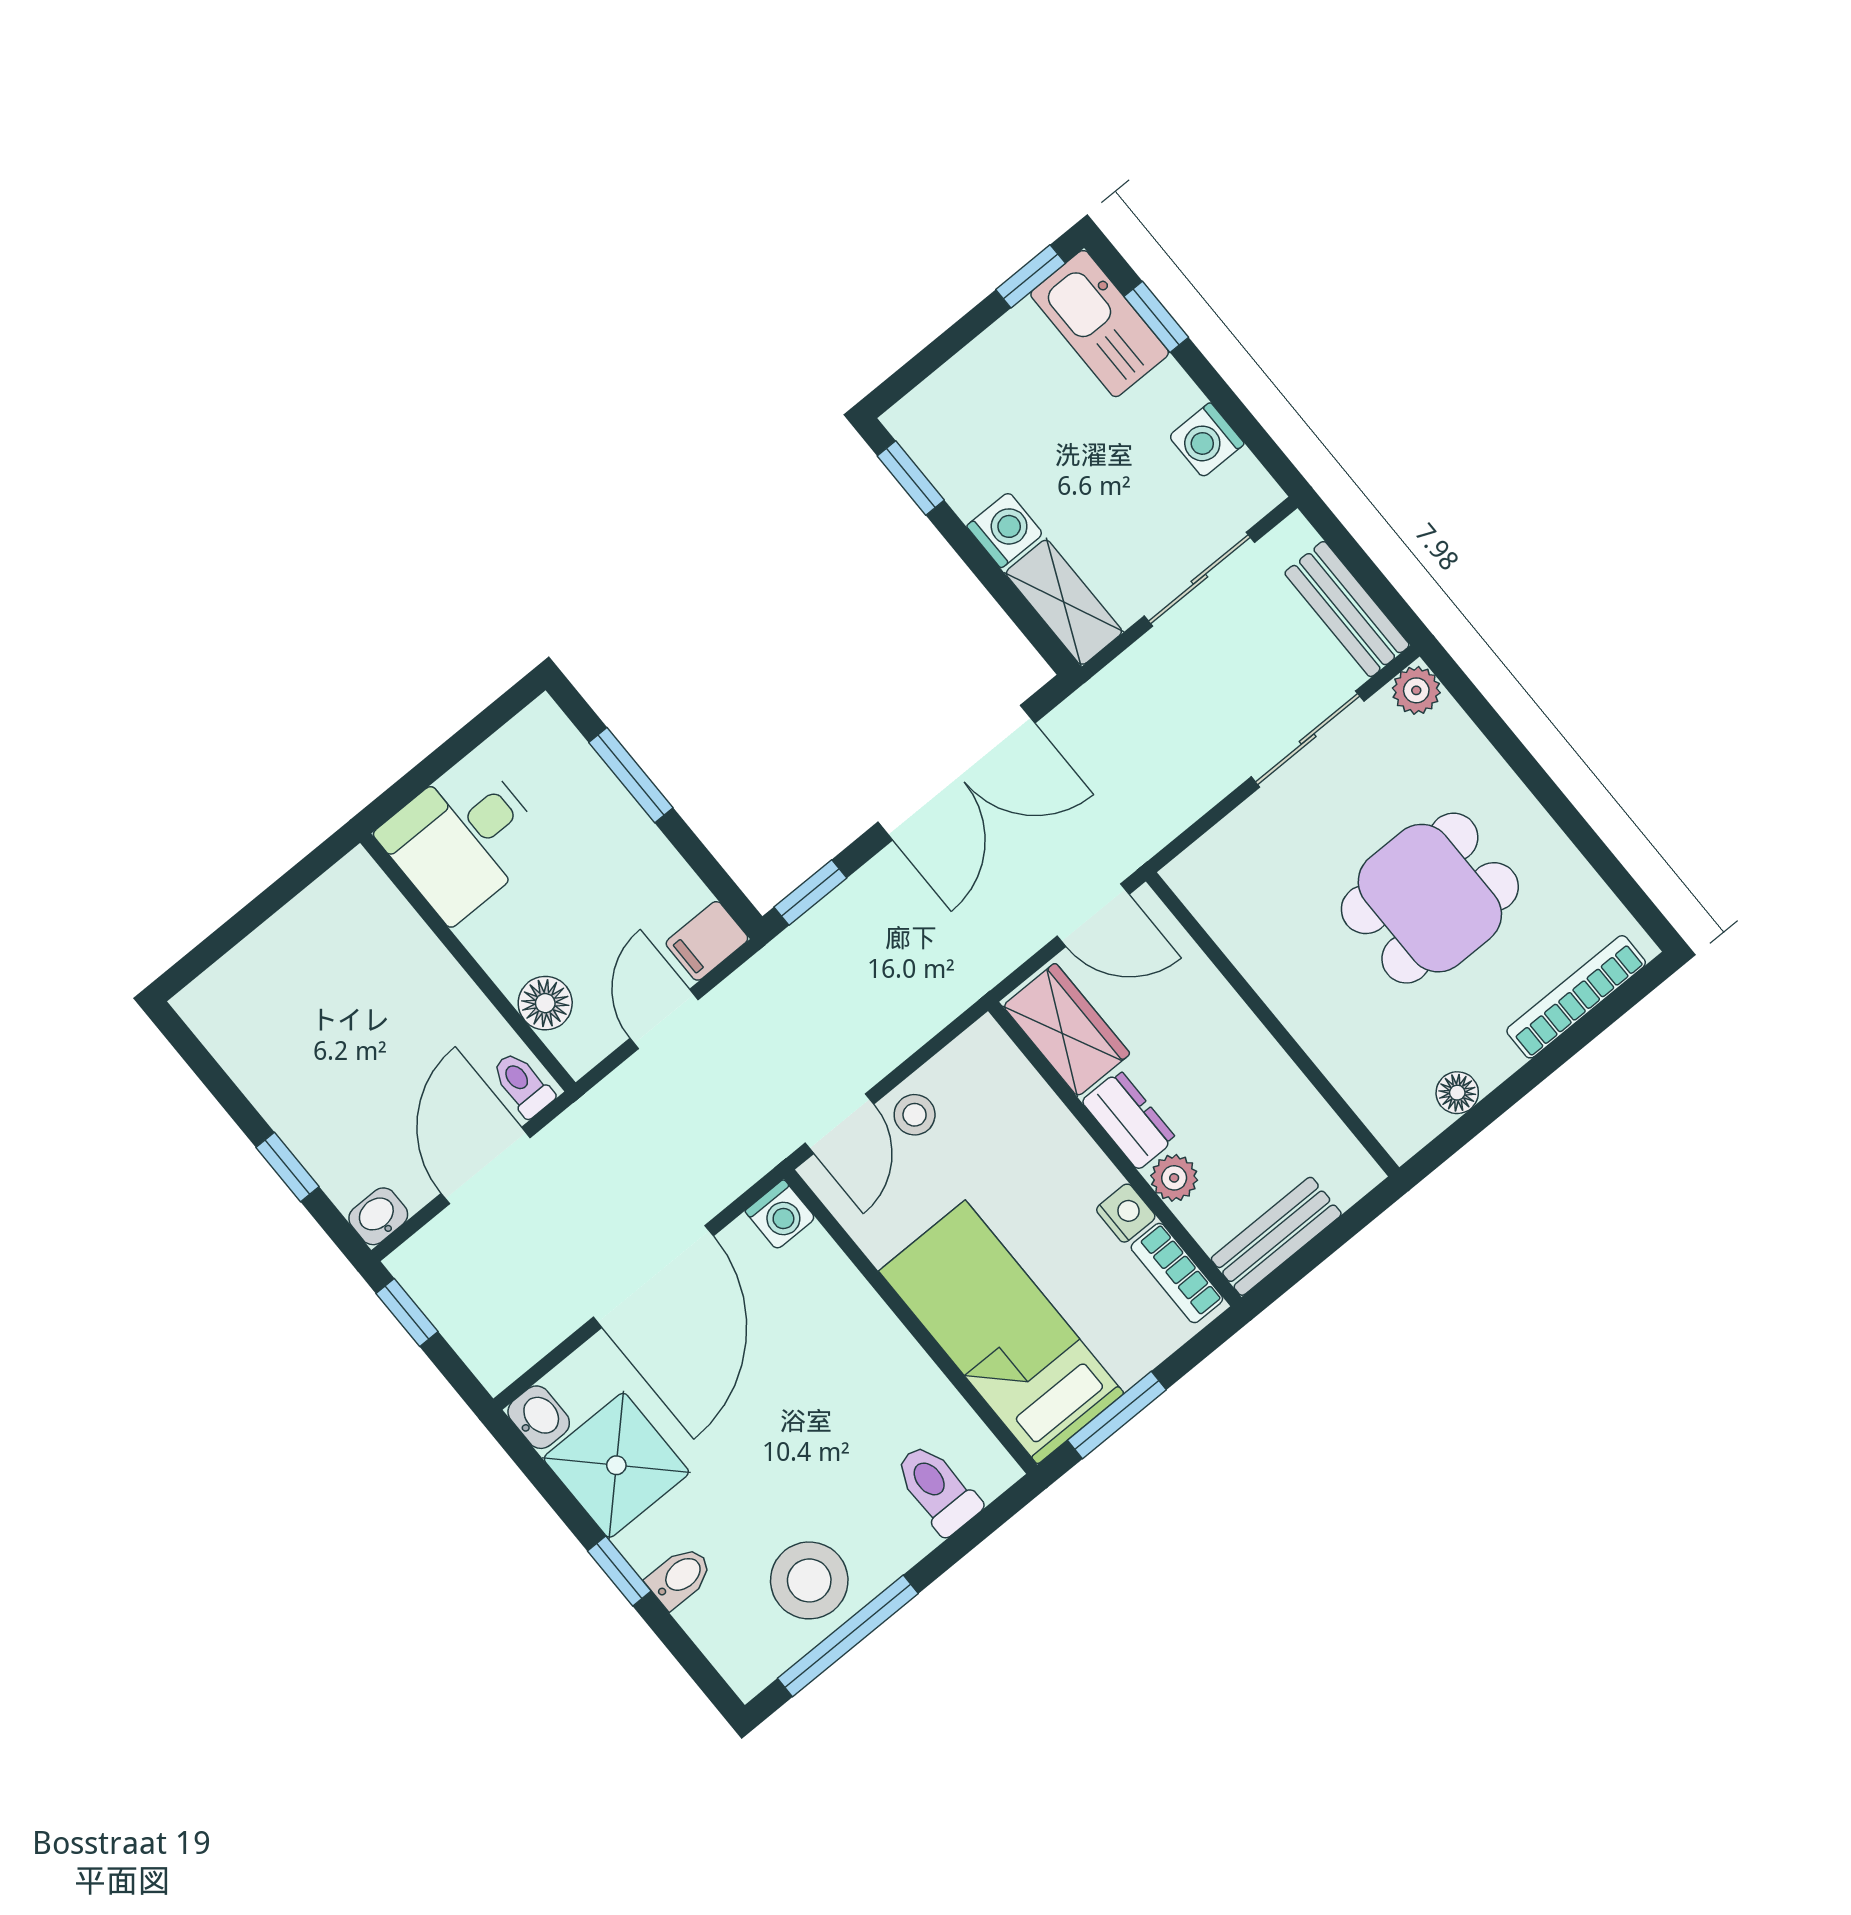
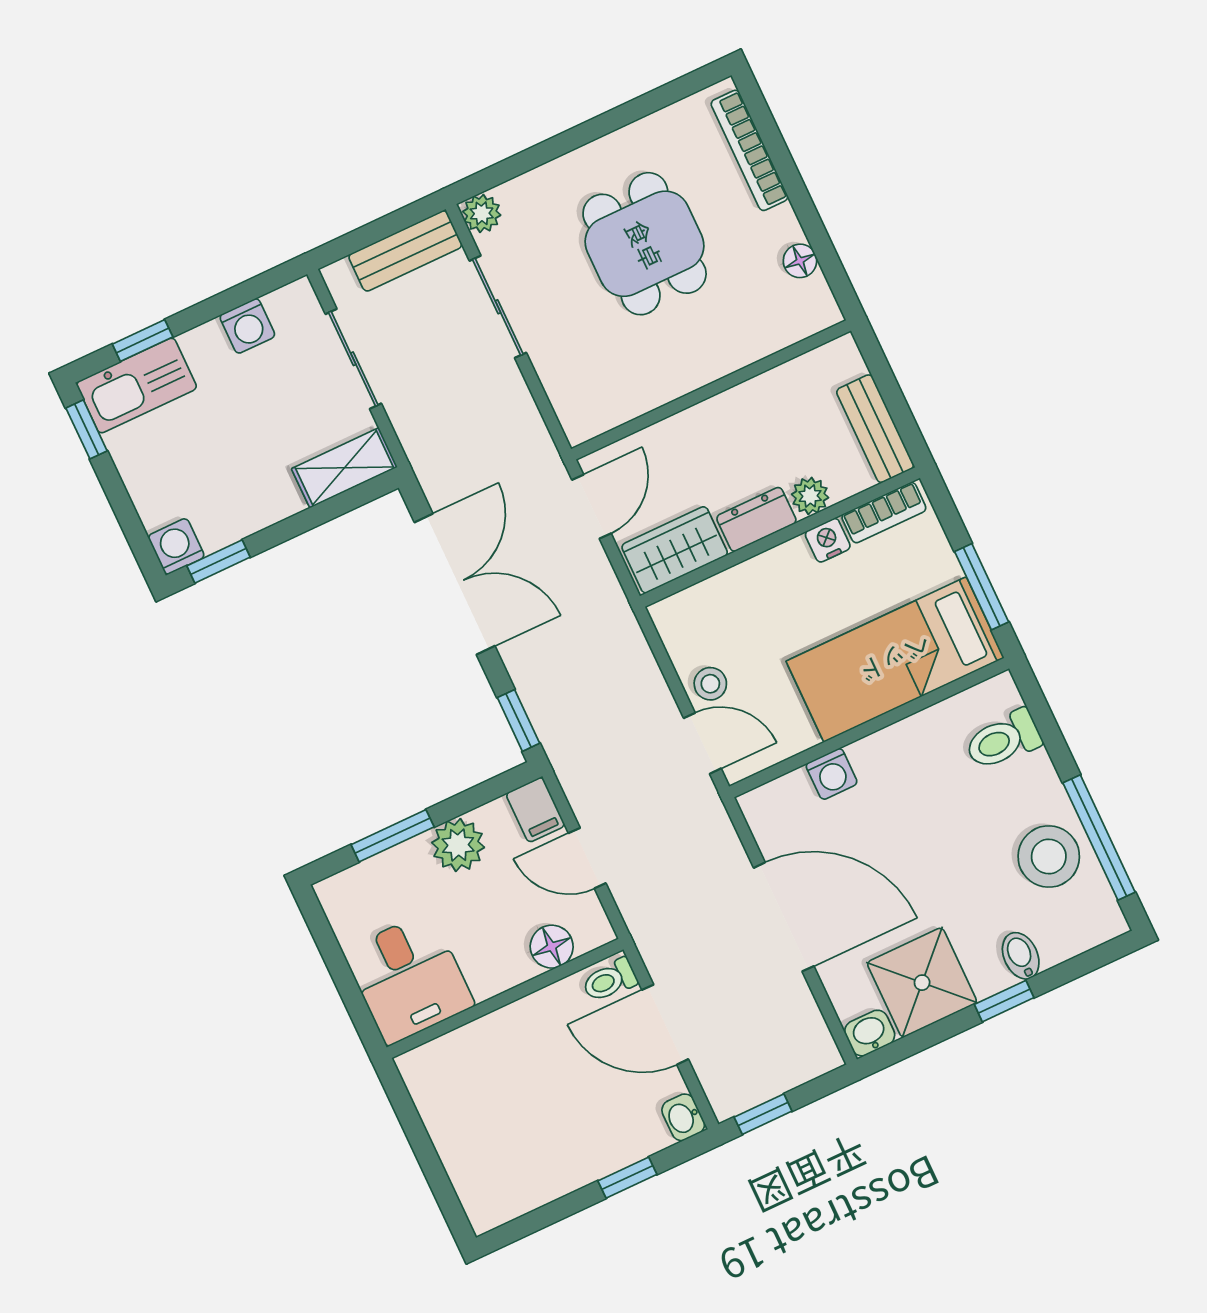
washing machine: (1005, 530) -> (176, 546), moved
plant: (640, 858) -> (458, 845), added
washing machine: (780, 1215) -> (832, 774), moved, turned 90

